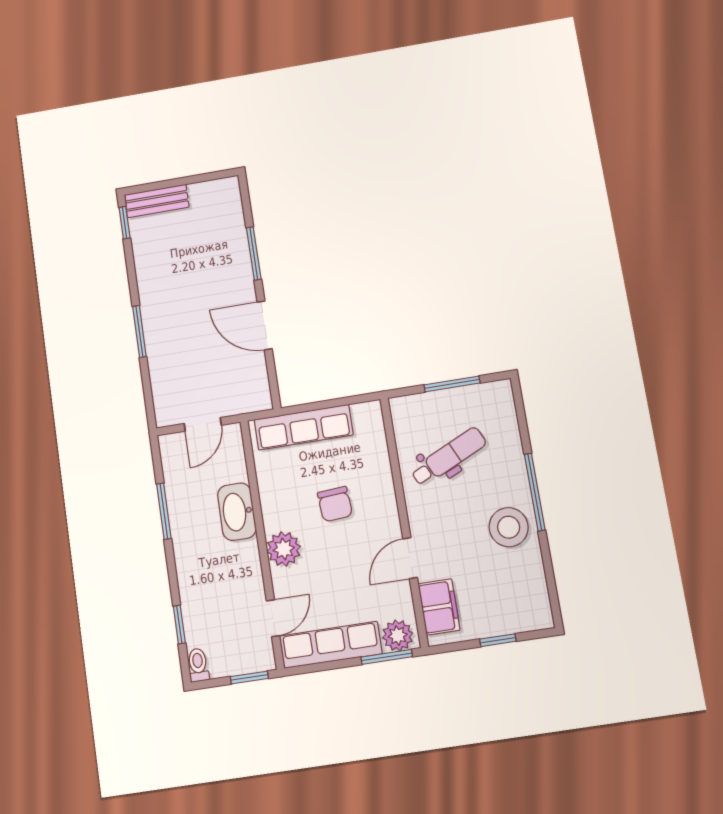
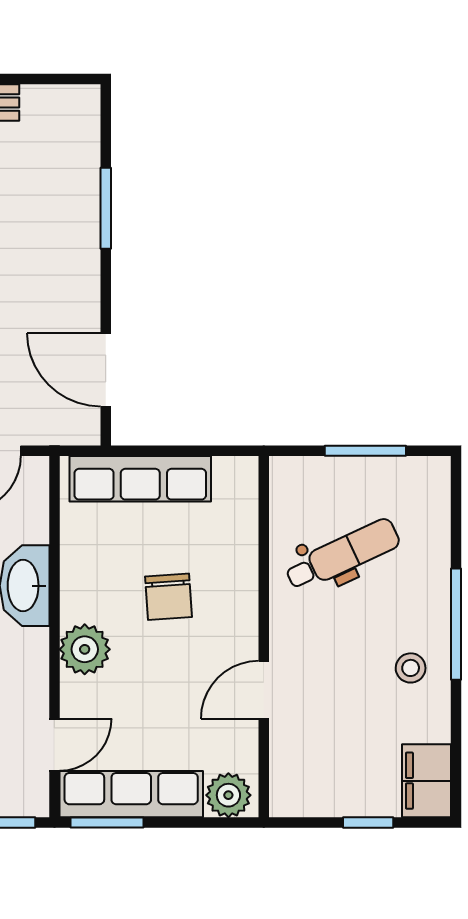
door: (265, 325) -> (106, 370), moved
stool: (509, 527) -> (411, 668), width x0.53, depth x0.53
filing cabinet: (439, 607) -> (427, 781), moved, turned 180
window: (387, 657) -> (107, 822), moved

